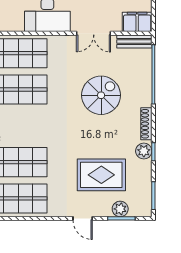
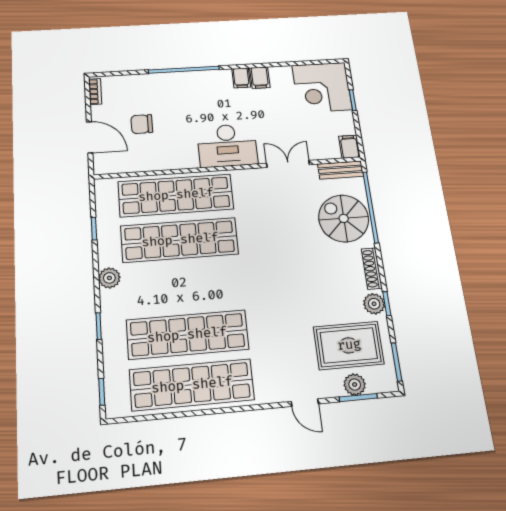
filing cabinet: (137, 22) -> (349, 147), width x0.50
double door: (94, 33) -> (288, 164), swing flipped
spiral stairs: (101, 95) -> (344, 218), moved, turned -90
rug: (101, 175) -> (349, 345), moved

